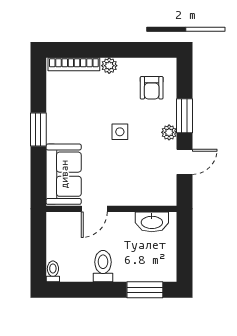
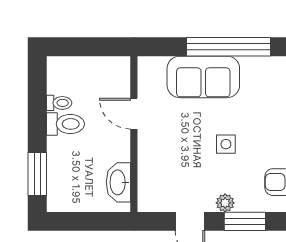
window: (38, 130) -> (229, 47), width x2.11
sofa: (64, 174) -> (203, 77), moved
toilet: (53, 271) -> (59, 103), moved

